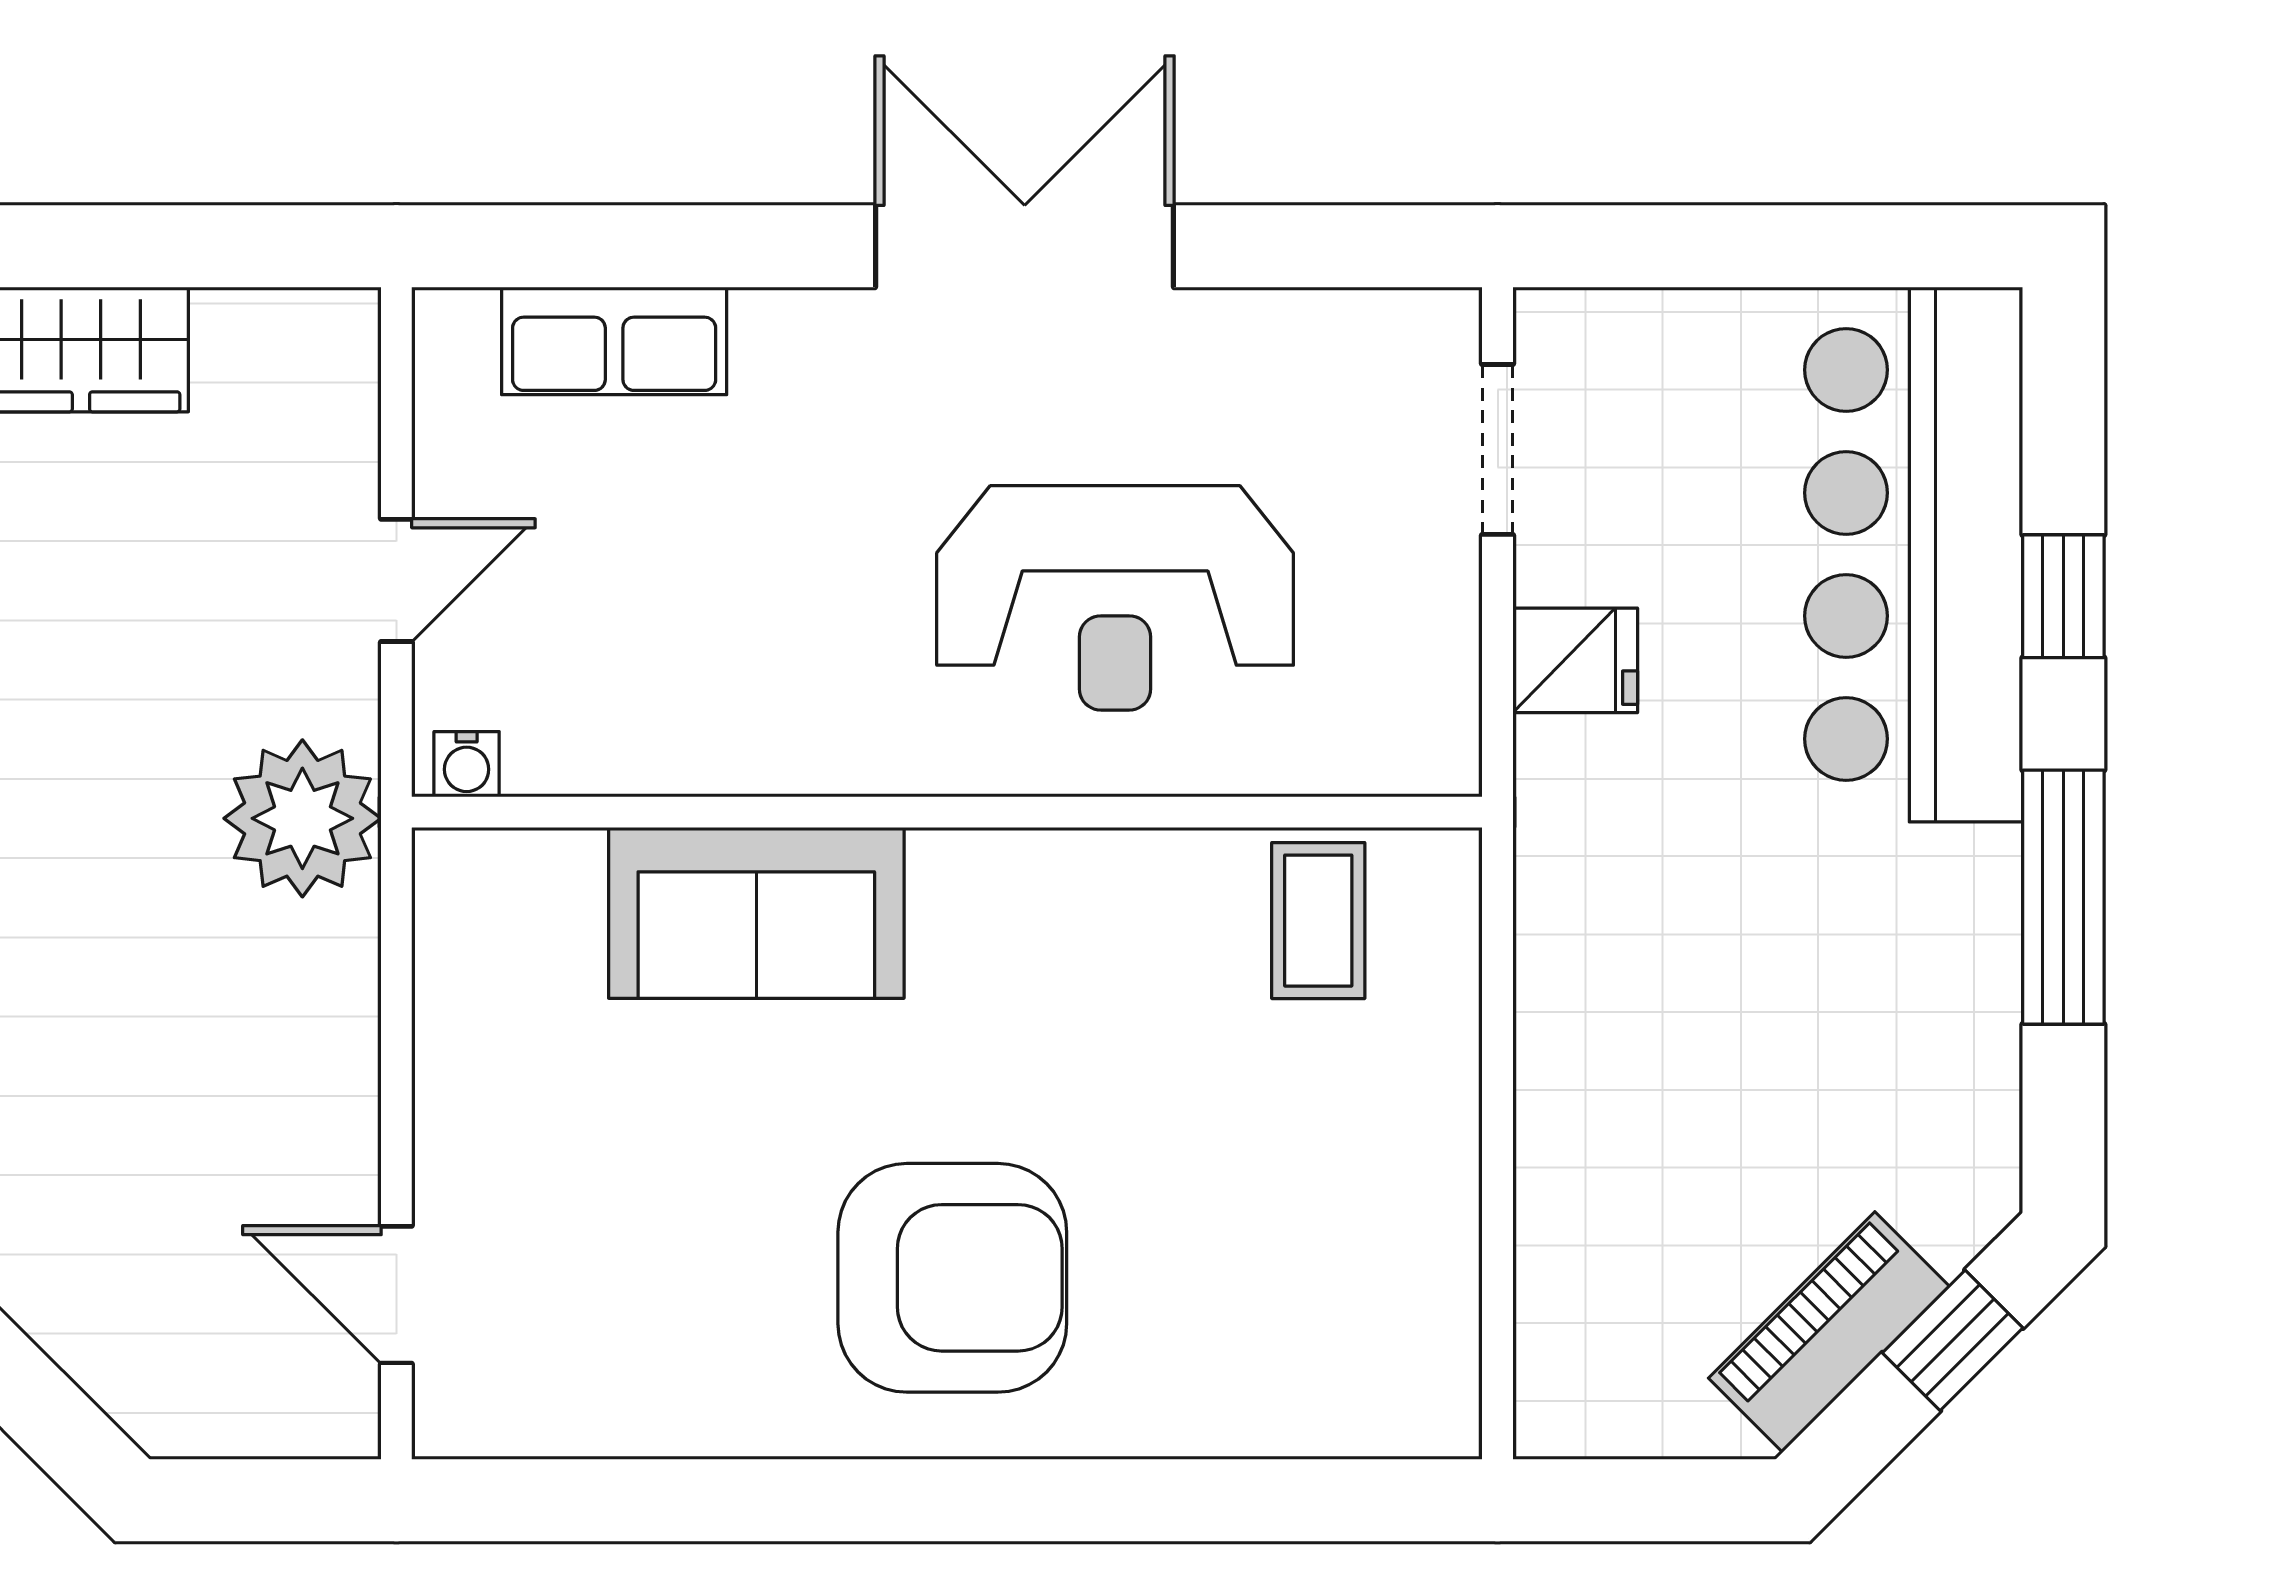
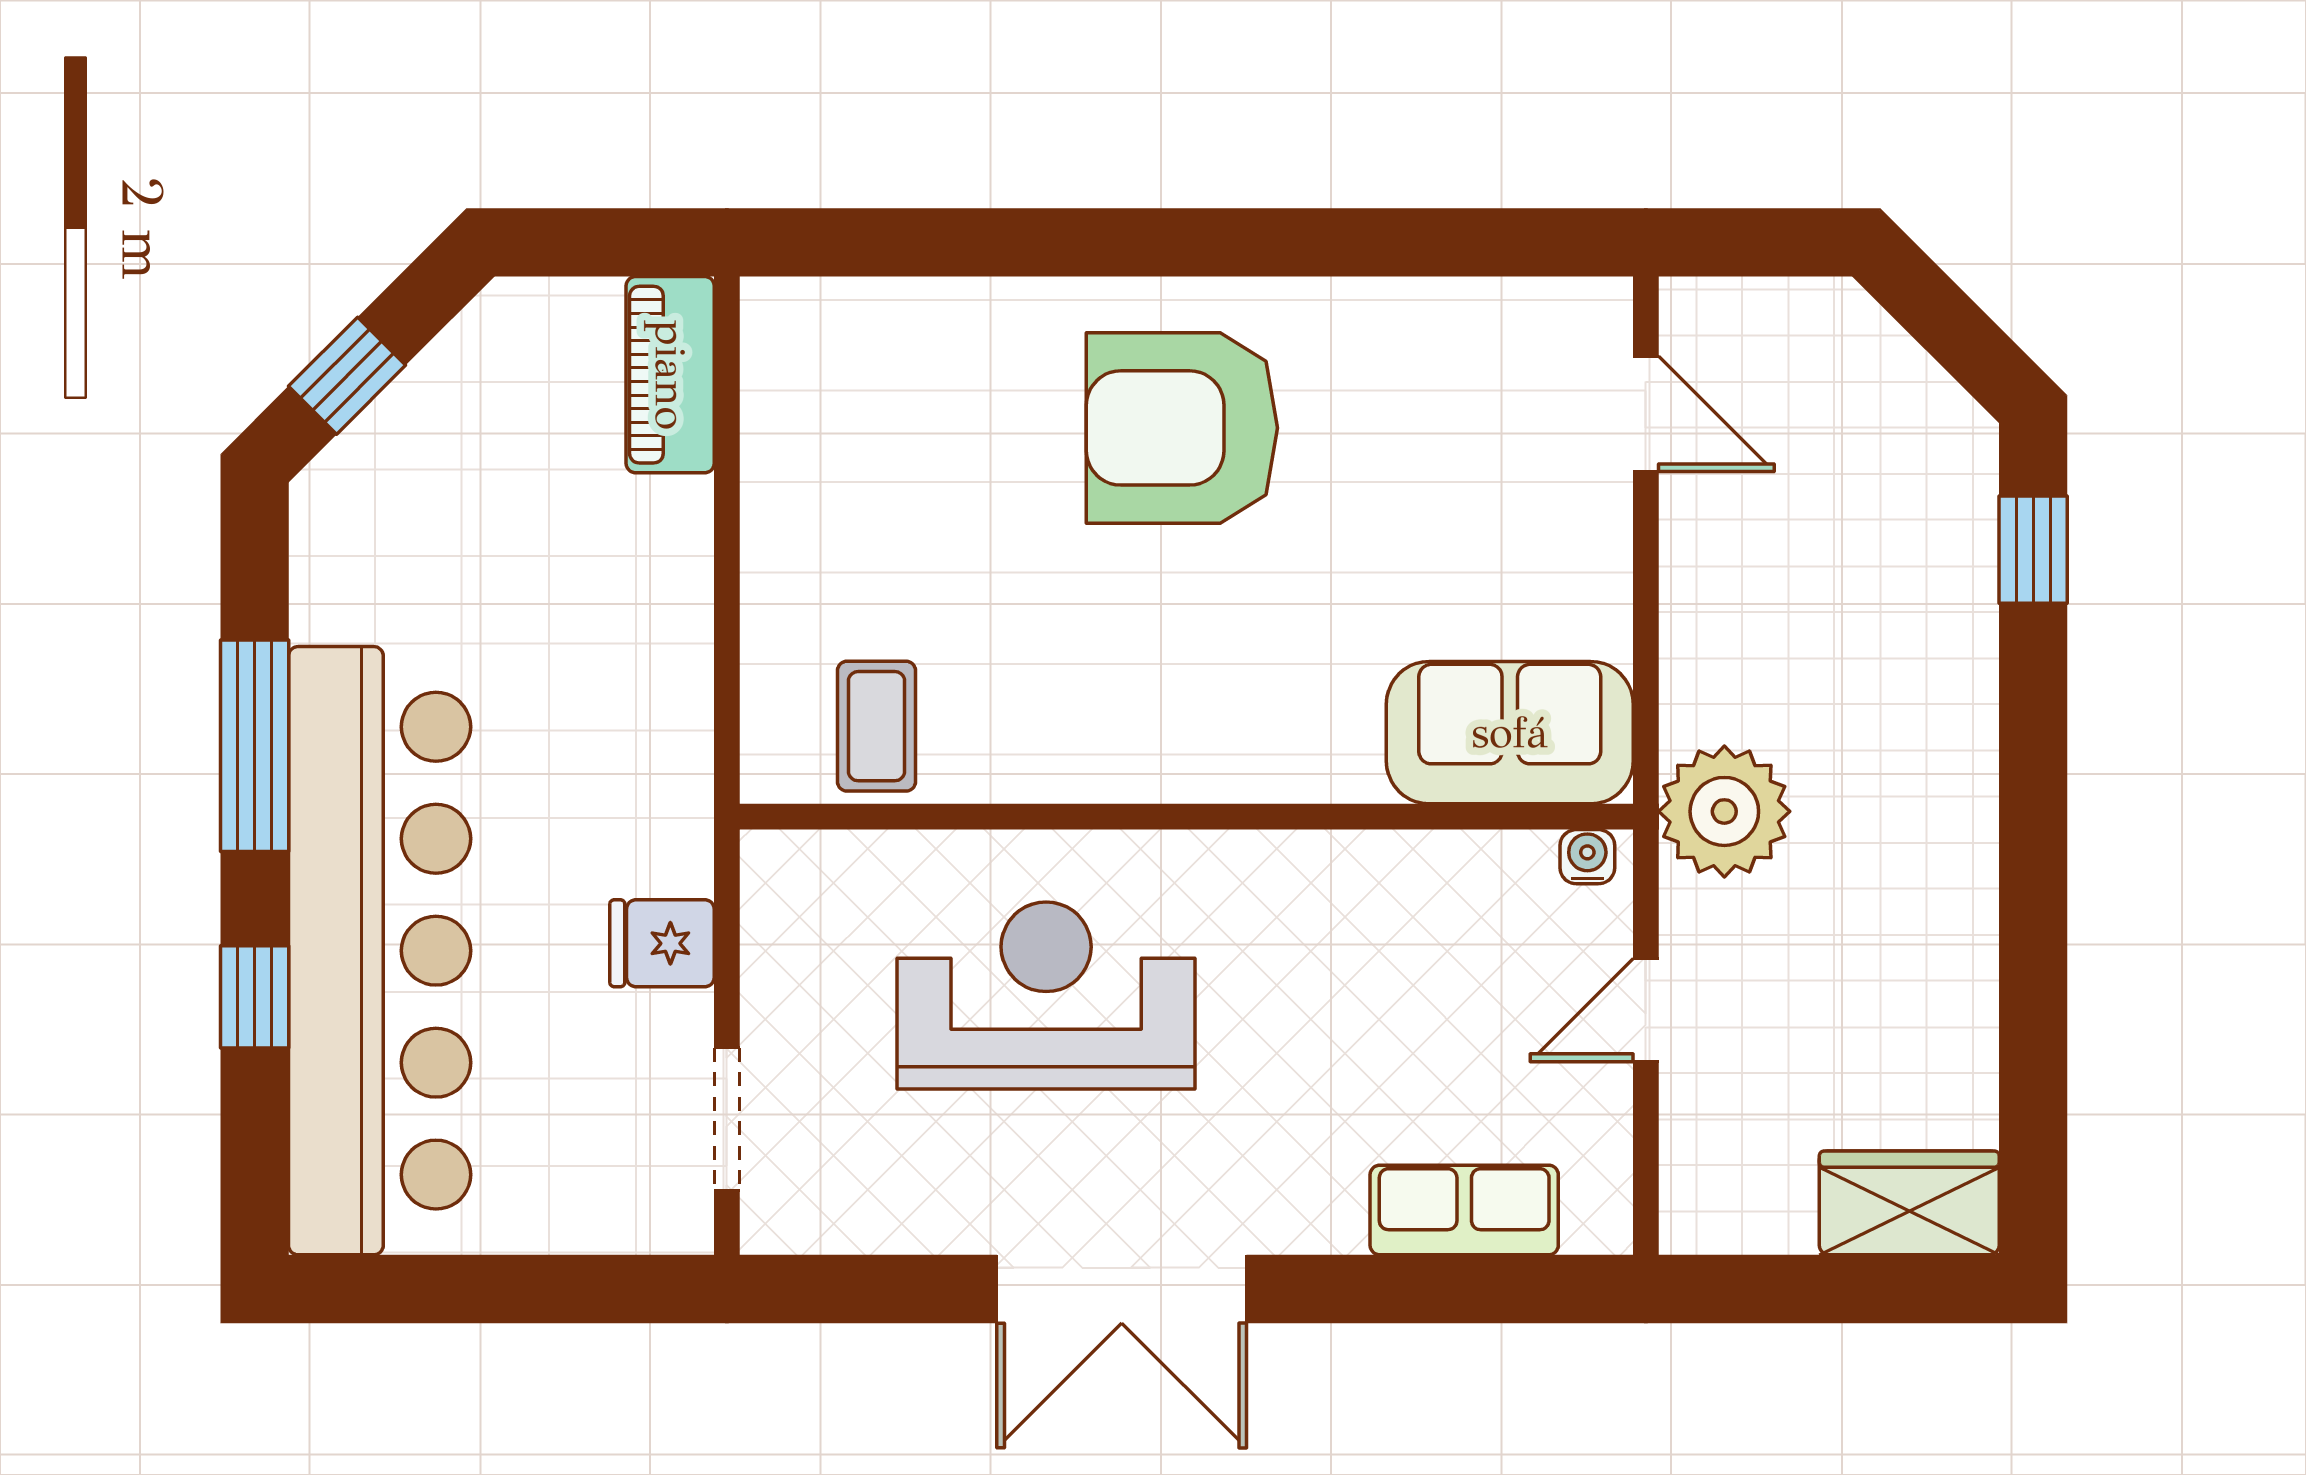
bar counter: (1914, 554) -> (380, 951), width x1.36
sofa: (756, 913) -> (1510, 733), moved
piano: (1829, 1332) -> (670, 375), moved, turned 135

